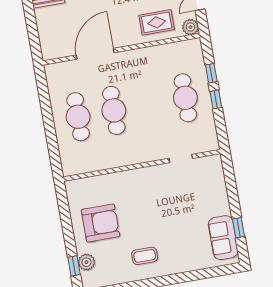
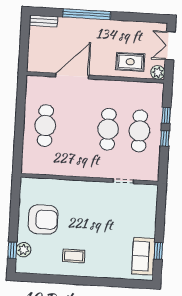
cafe table: (114, 110) -> (108, 129), moved

